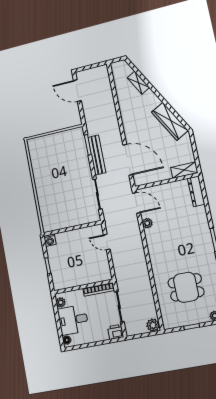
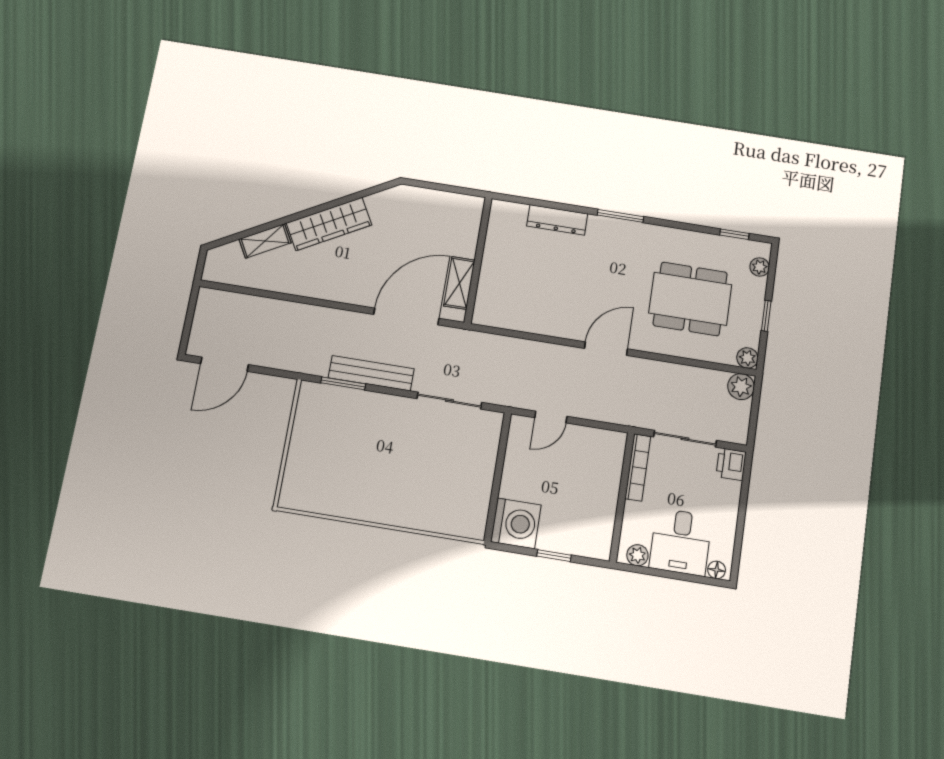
wardrobe: (170, 121) -> (329, 224), moved
shelving: (184, 170) -> (459, 283), moved
dresser: (196, 191) -> (557, 220), moved
door: (137, 203) -> (606, 349), moved
plant: (147, 223) -> (747, 358), moved
washing machine: (50, 240) -> (516, 523), width x1.89, depth x1.89
dining table: (186, 287) -> (690, 299), width x1.38

